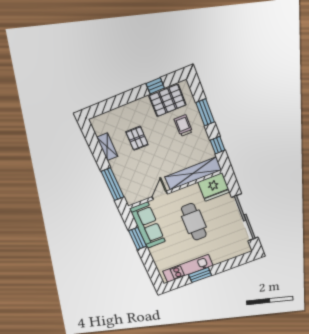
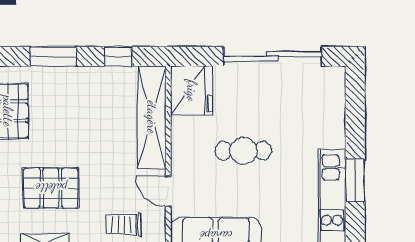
trolley: (183, 126) -> (124, 225), moved
pallet: (137, 138) -> (51, 188), width x1.50, depth x1.42
cafe table: (194, 222) -> (243, 151), width x0.73, depth x0.74

